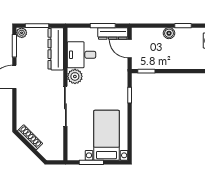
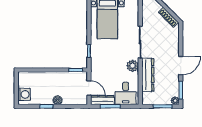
dresser: (56, 49) -> (148, 75), moved
desk: (82, 55) -> (126, 93), moved, turned 90

